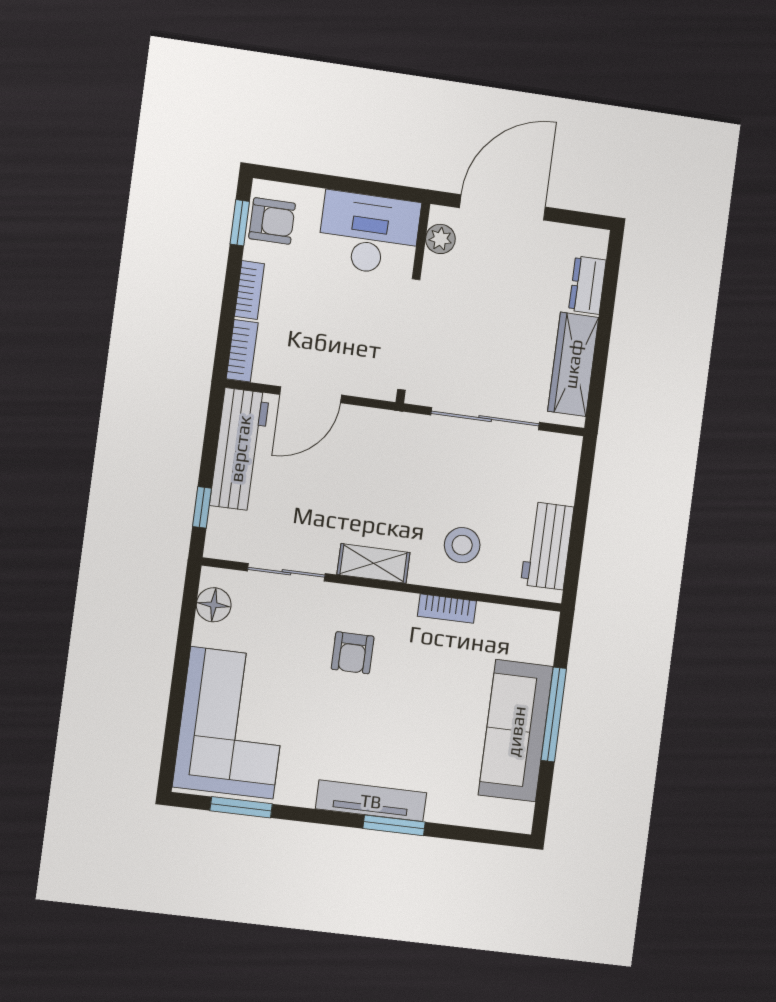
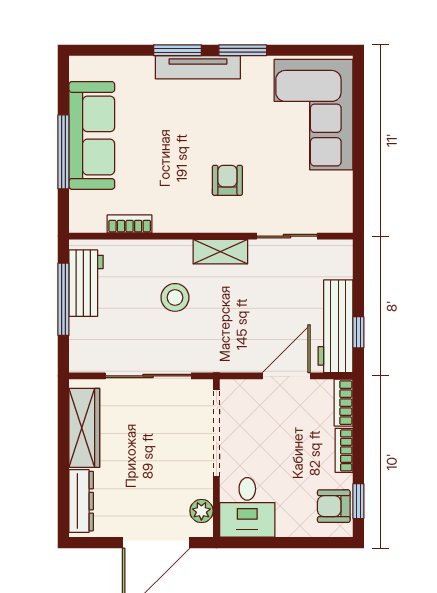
desk: (369, 233) -> (247, 507), width x0.73
dresser: (587, 285) -> (81, 501), width x1.44
window: (202, 507) -> (358, 332), moved
window: (578, 529) -> (63, 299), added
stool: (462, 545) -> (175, 297), moved
floor lamp: (214, 605) -> (340, 204), removed
bookcase: (447, 609) -> (130, 224), moved
window: (241, 807) -> (243, 50), moved

